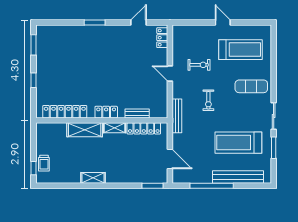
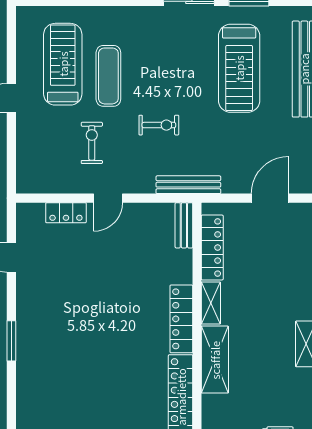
locker: (162, 38) -> (66, 213), moved
exercise mat: (251, 86) -> (108, 76), moved
locker: (106, 112) -> (181, 319), width x1.53
bench: (137, 113) -> (184, 225), moved

